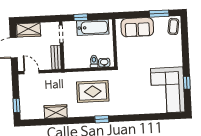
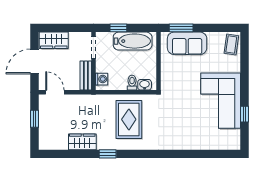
window: (159, 14) -> (181, 28), moved
washing machine: (69, 60) -> (102, 79), added
corner sofa: (168, 90) -> (221, 101), moved
rug: (93, 91) -> (129, 119), turned 90
window: (16, 106) -> (35, 119), moved
window: (102, 119) -> (108, 154), moved

